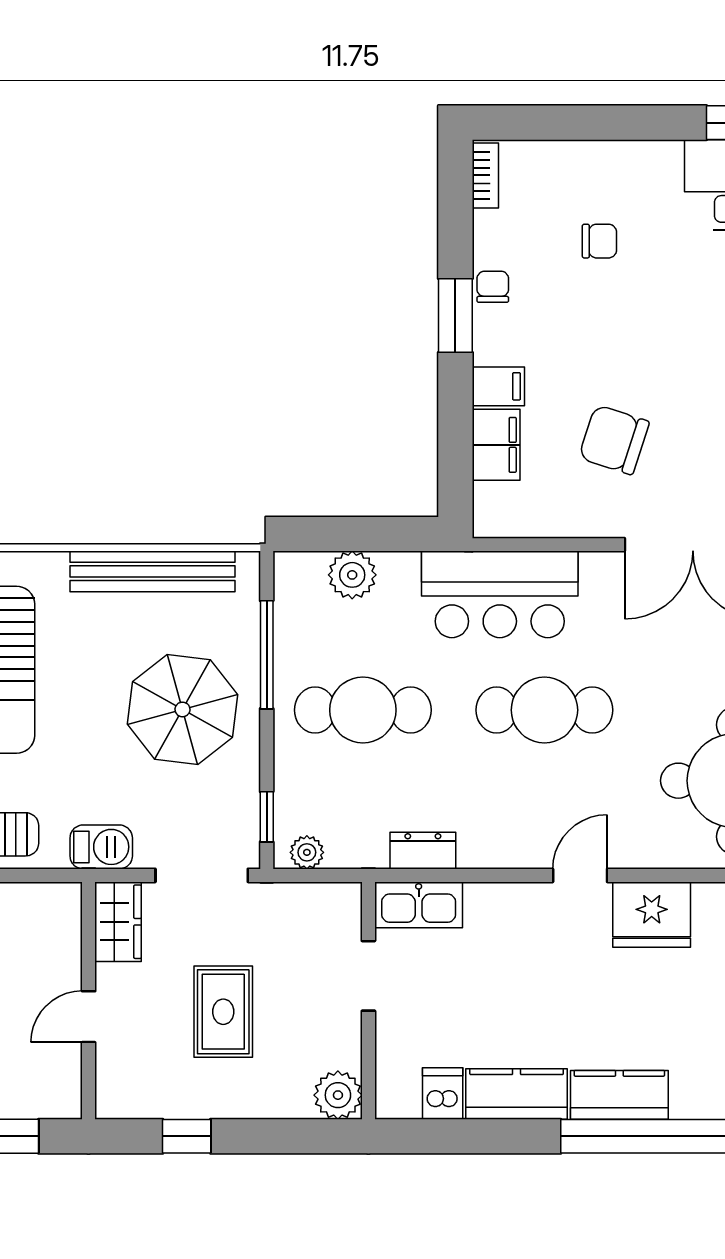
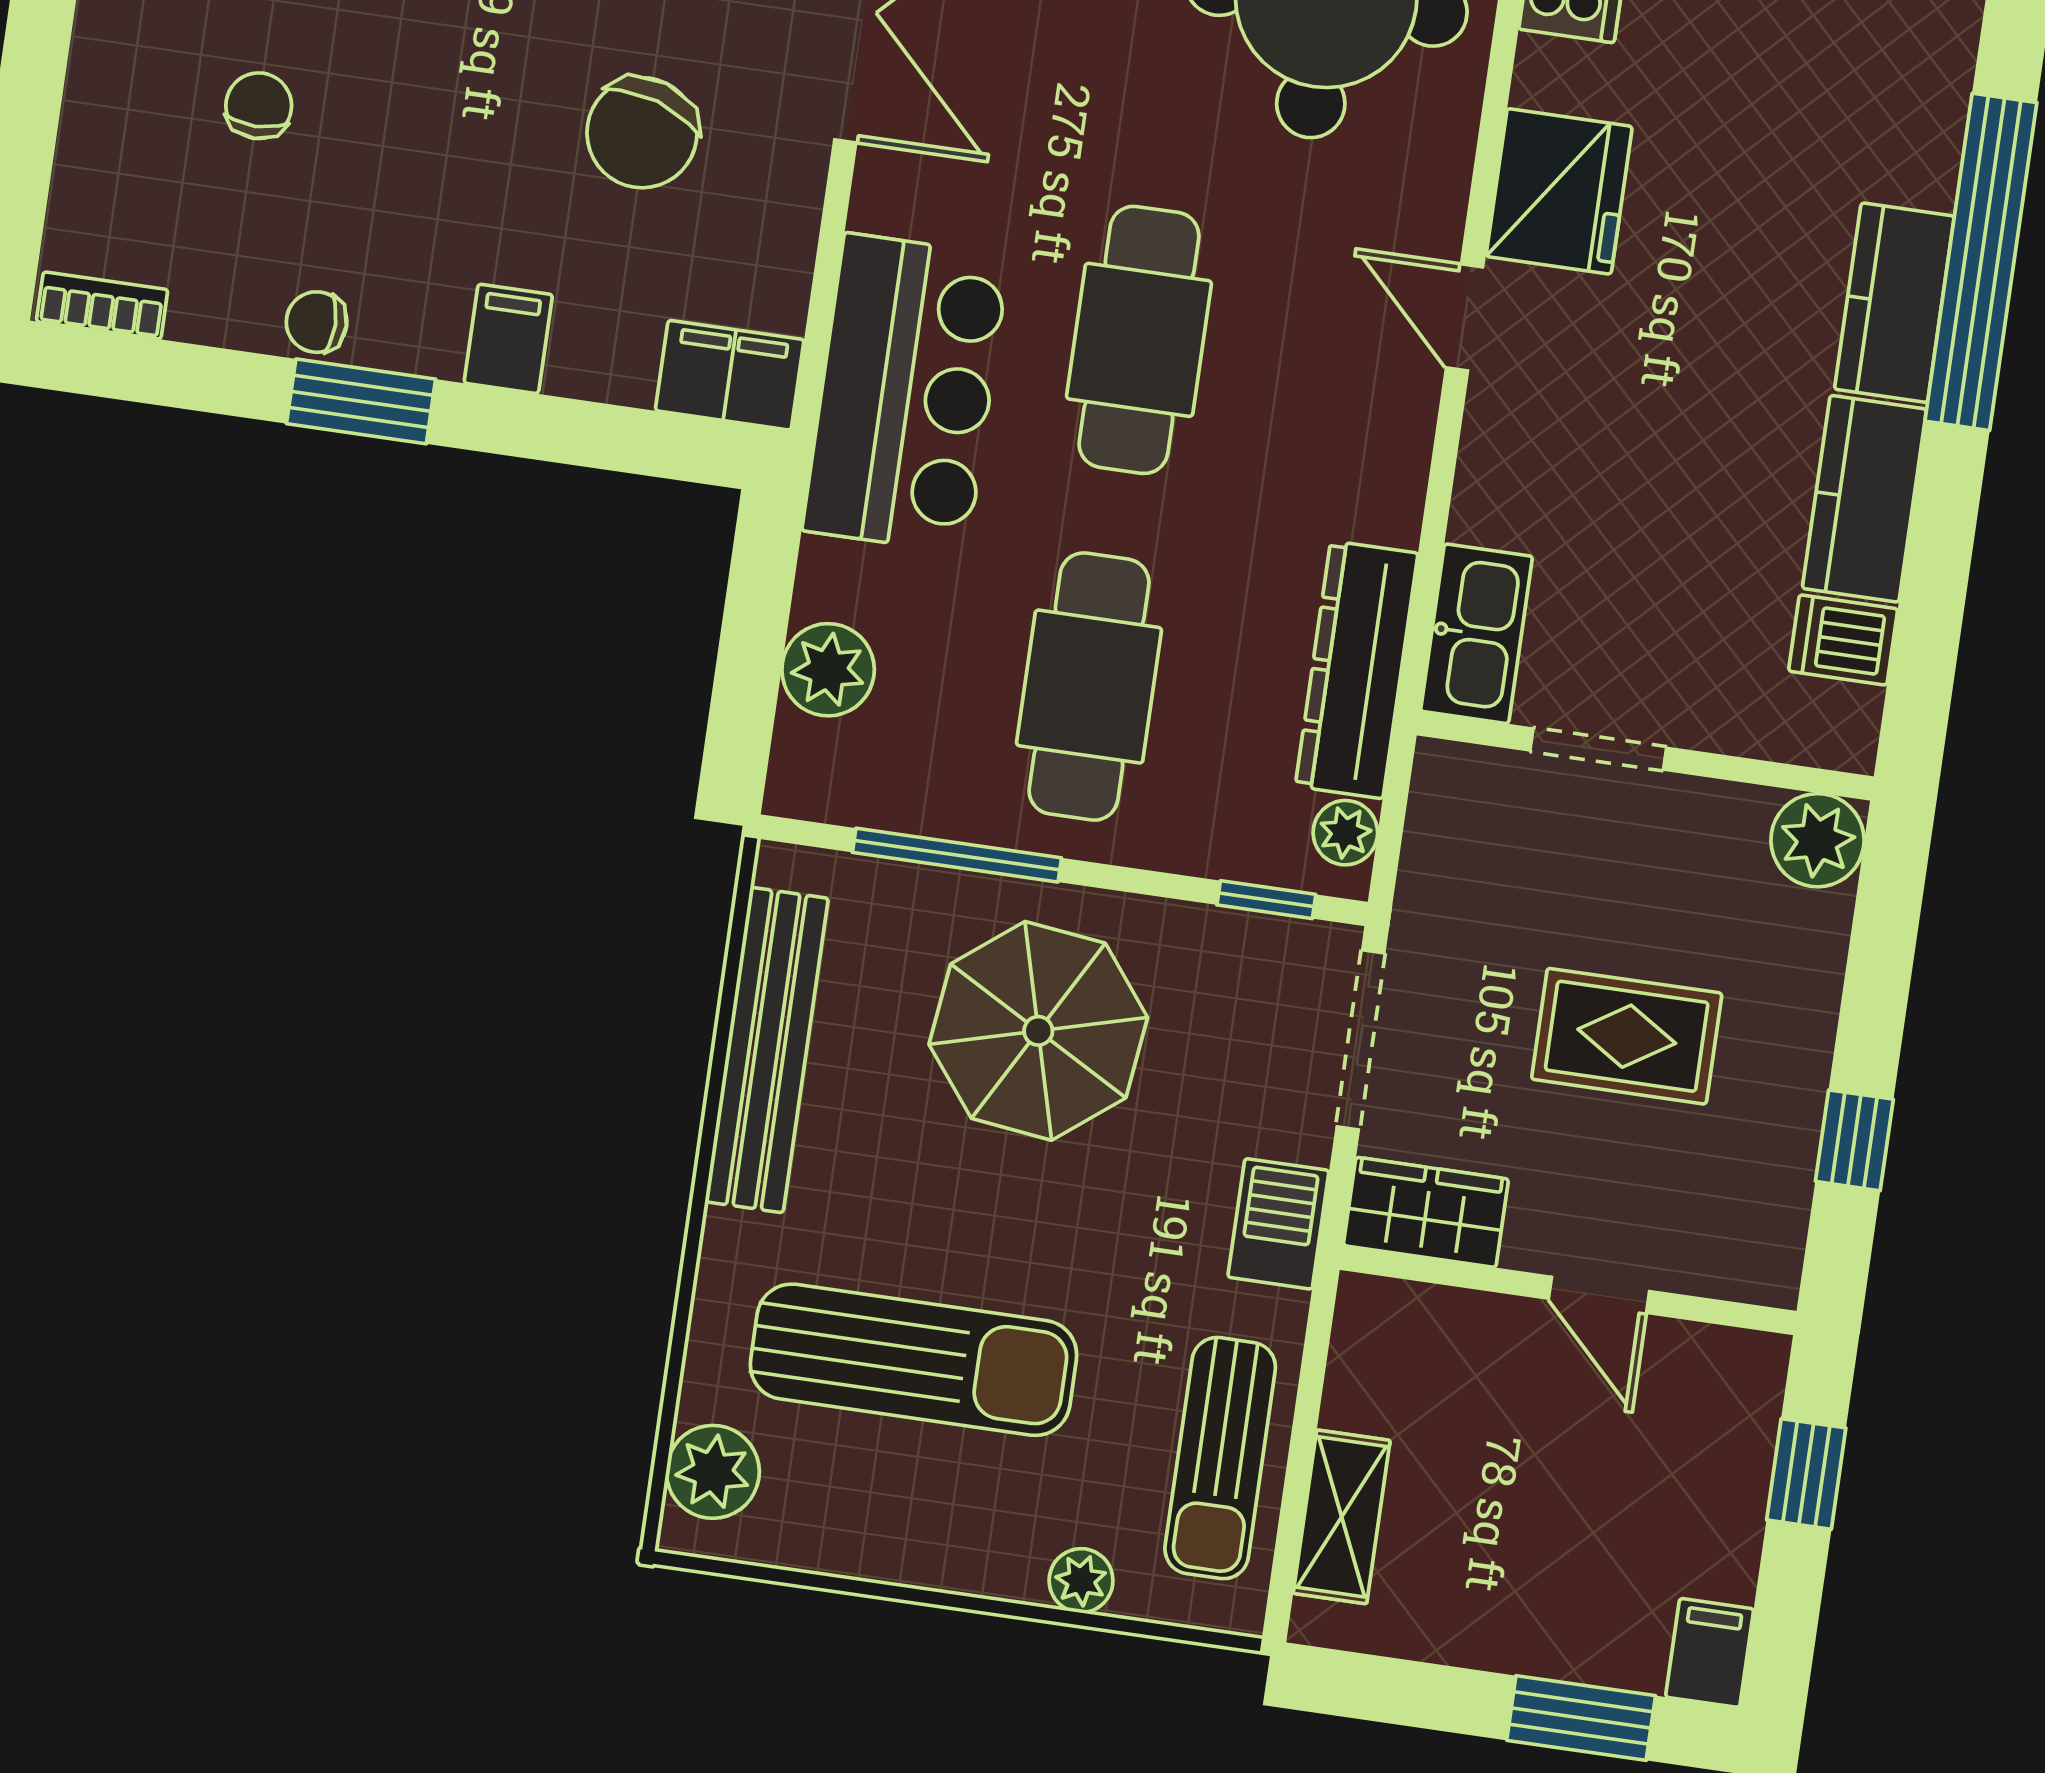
filing cabinet: (496, 445) -> (730, 375), moved
dresser: (423, 851) -> (1357, 670), width x1.96, depth x1.24

